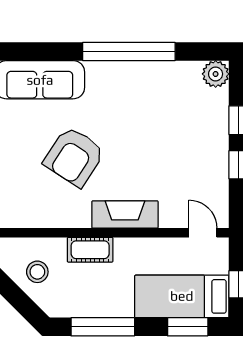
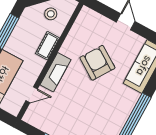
door: (203, 233) -> (32, 95), moved

